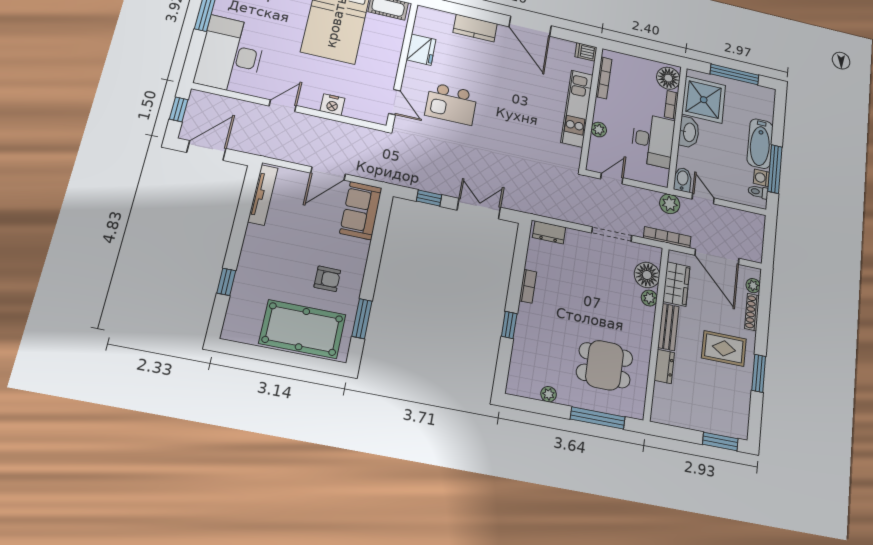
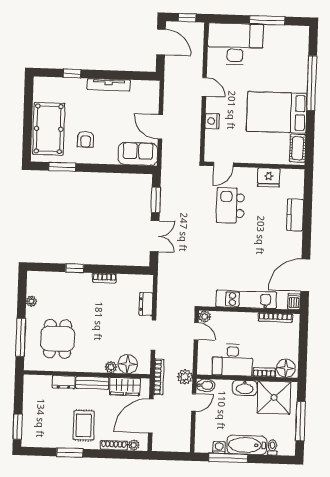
door: (530, 26) -> (305, 275), moved
plant: (599, 130) -> (205, 317), moved
toilet: (758, 192) -> (272, 447), moved
tv unit: (263, 195) -> (109, 85), moved
window: (429, 198) -> (156, 200), width x1.50
dresser: (549, 232) -> (146, 304), moved

